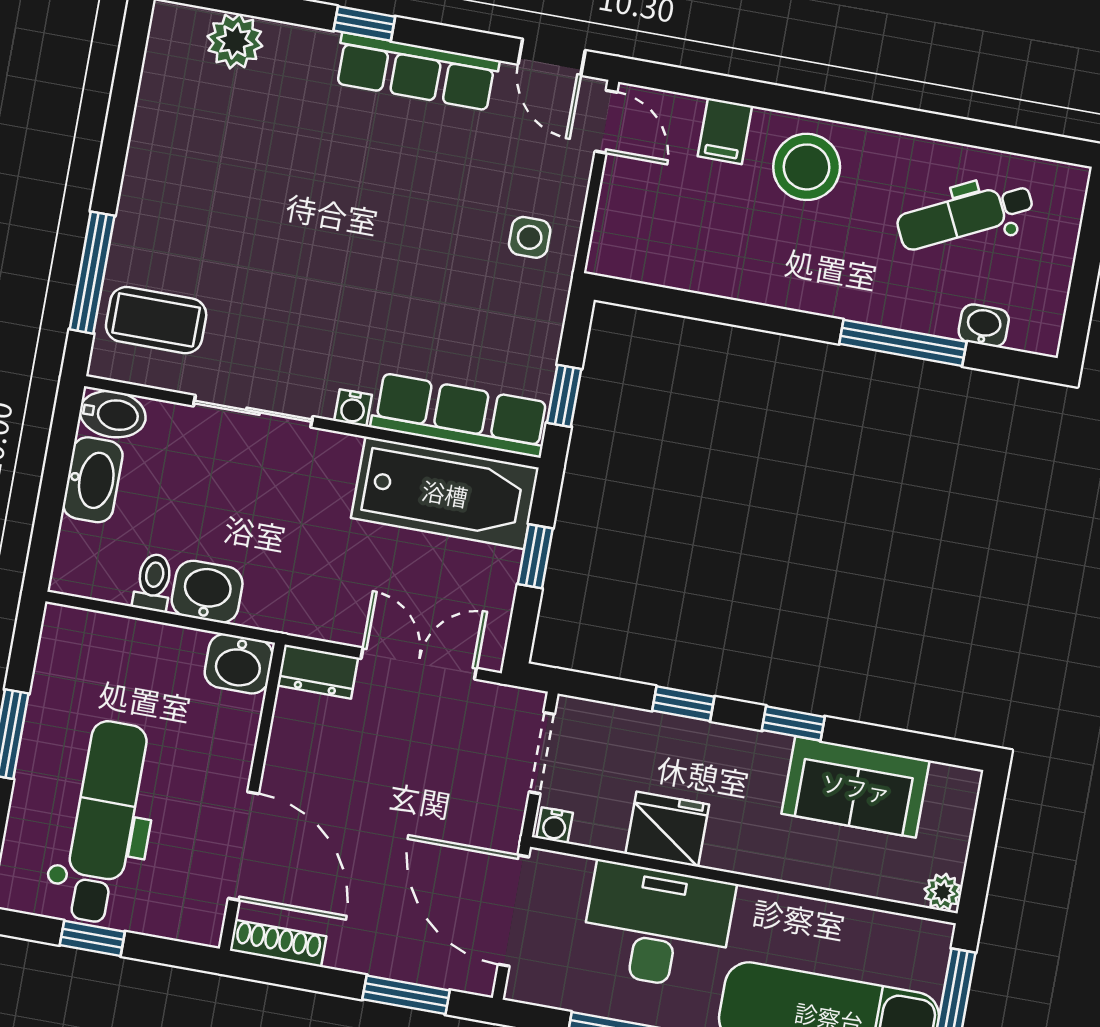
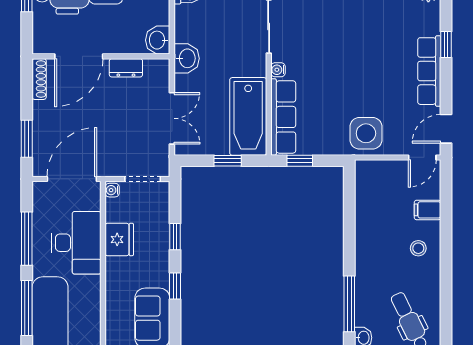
stool: (807, 167) -> (418, 248), width x0.53, depth x0.53
side table: (530, 237) -> (366, 133), width x1.87, depth x1.87
washbasin: (207, 592) -> (187, 58), moved
dresser: (318, 672) -> (126, 68), moved, turned -90

